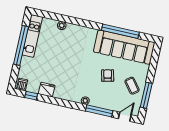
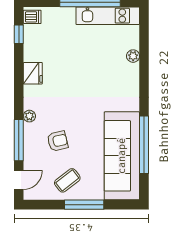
armchair: (108, 76) -> (58, 141), moved
fridge: (47, 90) -> (33, 73), moved
window: (146, 95) -> (84, 205), moved
door: (125, 117) -> (19, 180), hinge flipped

